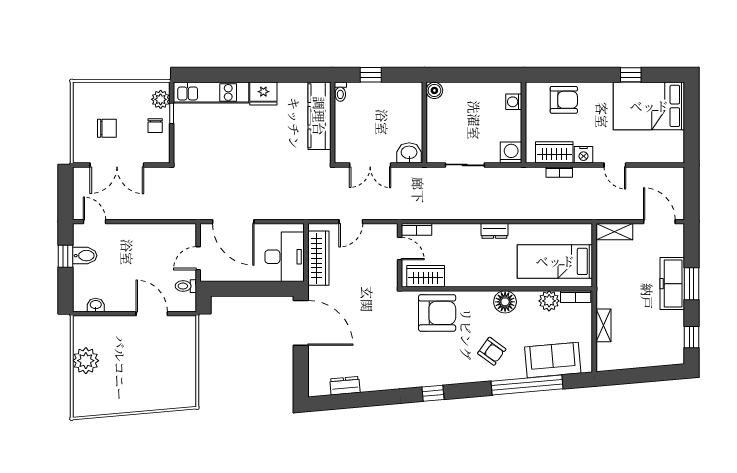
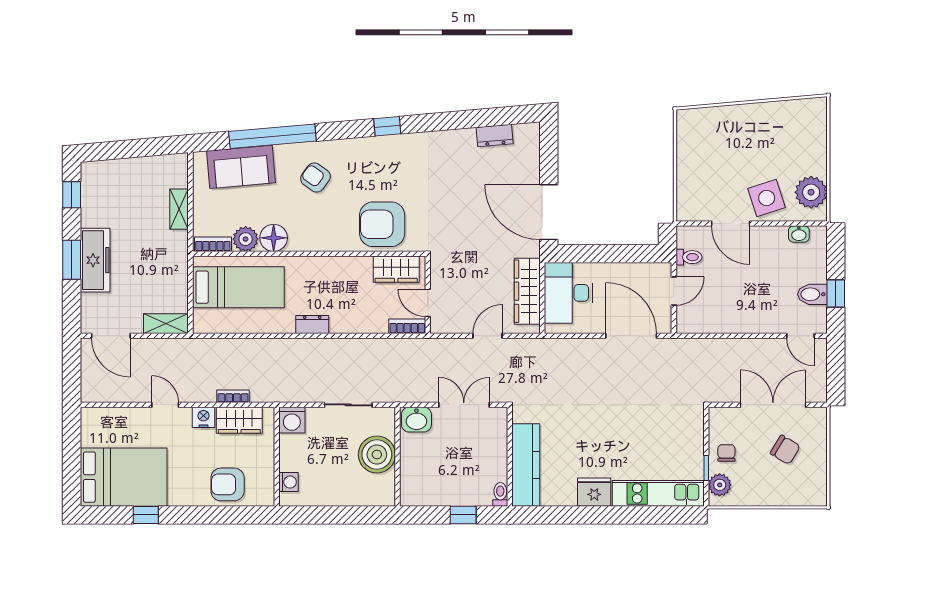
boiler: (434, 90) -> (377, 455), moved, width x1.86, depth x1.86
chair: (107, 128) -> (785, 450), turned -149
floor lamp: (505, 302) -> (274, 238), moved
side table: (122, 334) -> (767, 198), added
plant: (86, 361) -> (811, 192), moved

